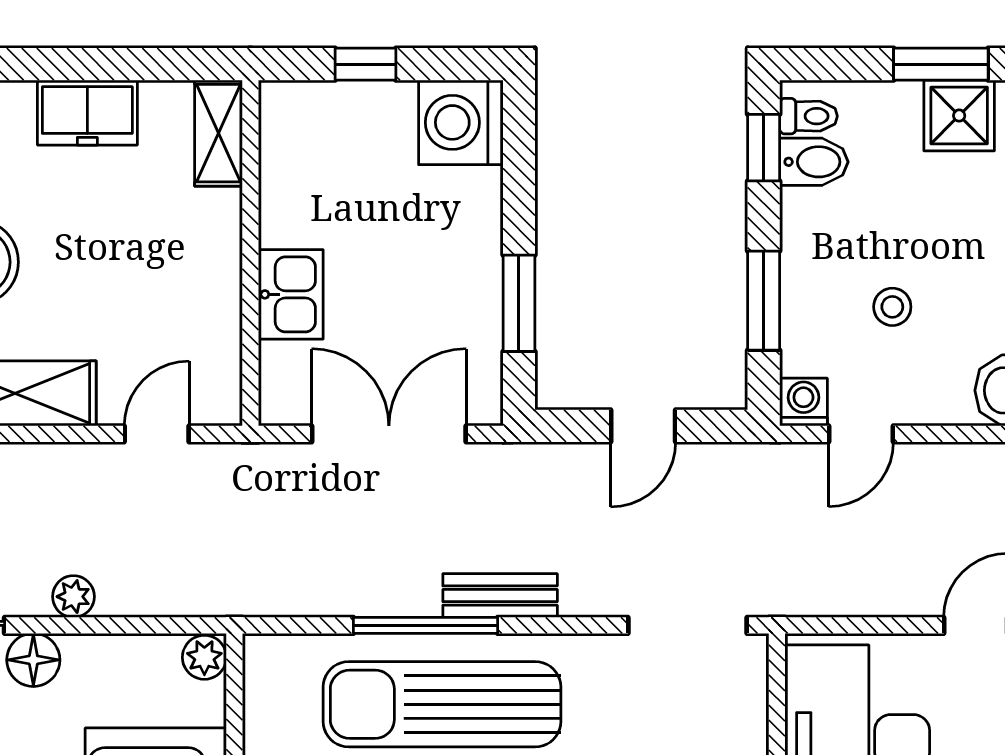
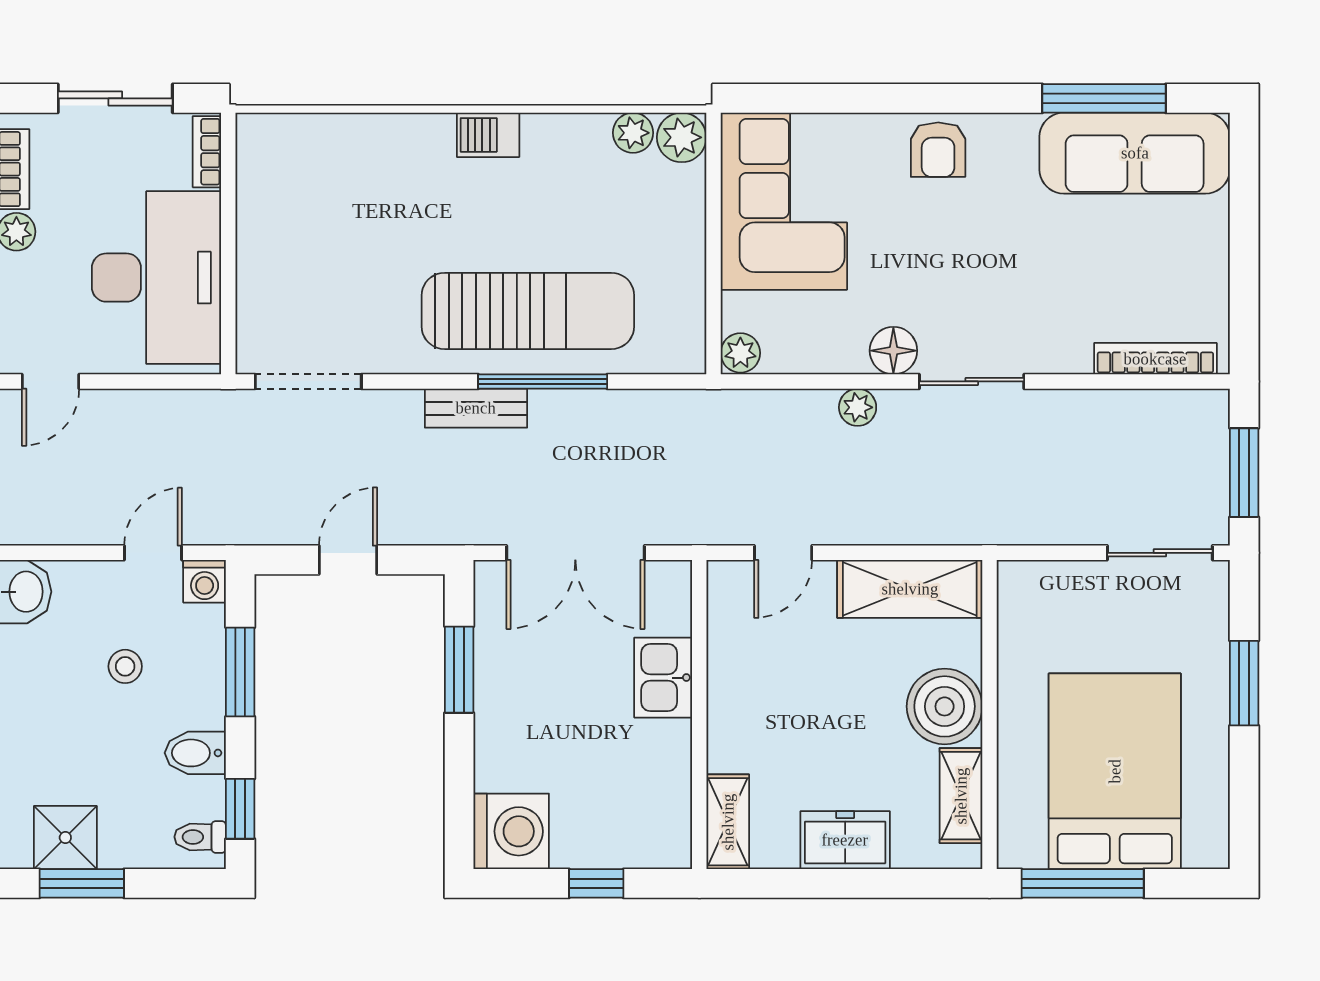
bidet: (814, 162) -> (195, 753), moved

